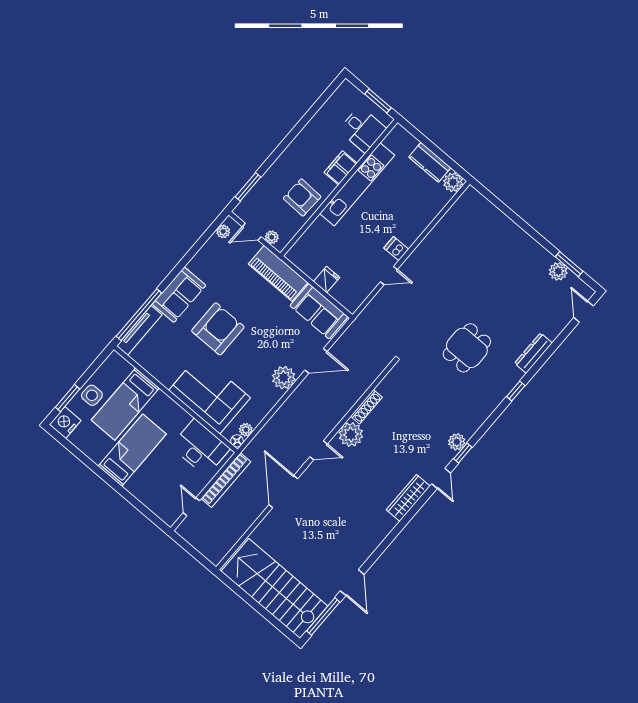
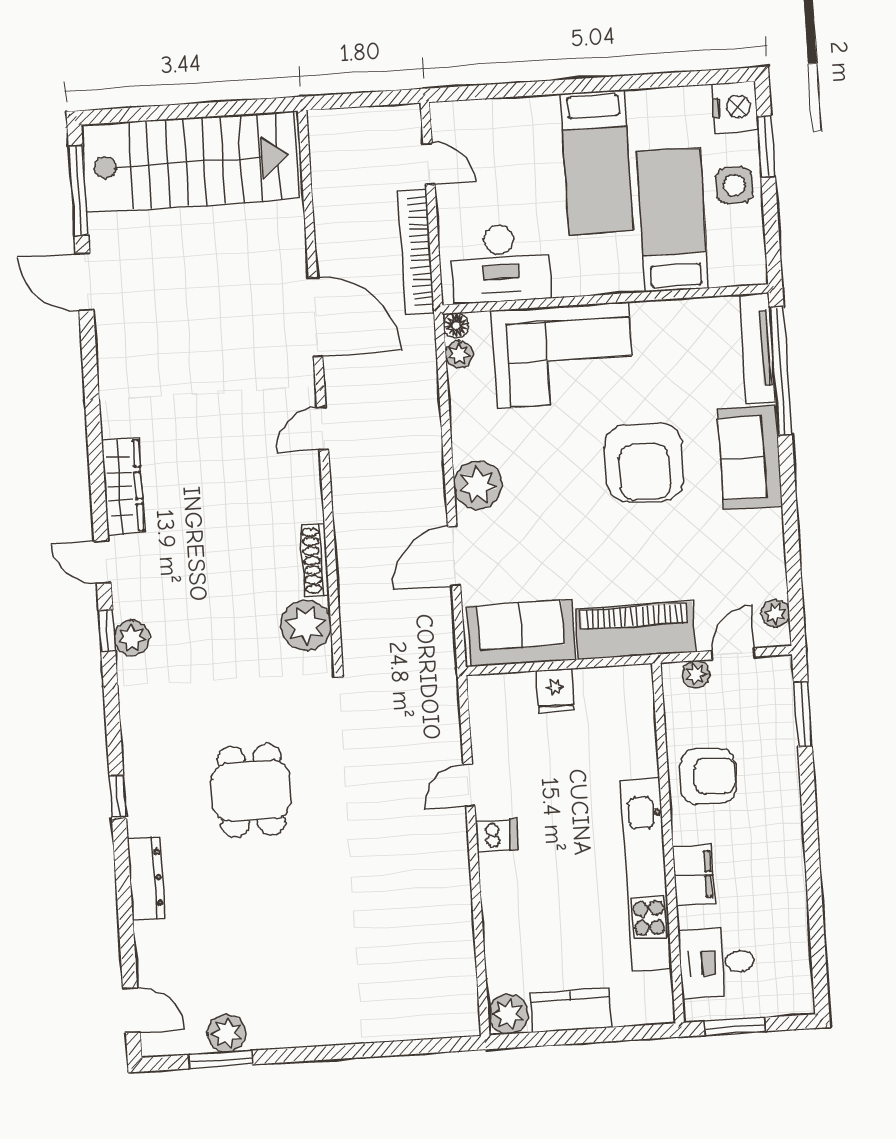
plant: (351, 435) -> (306, 625), moved

